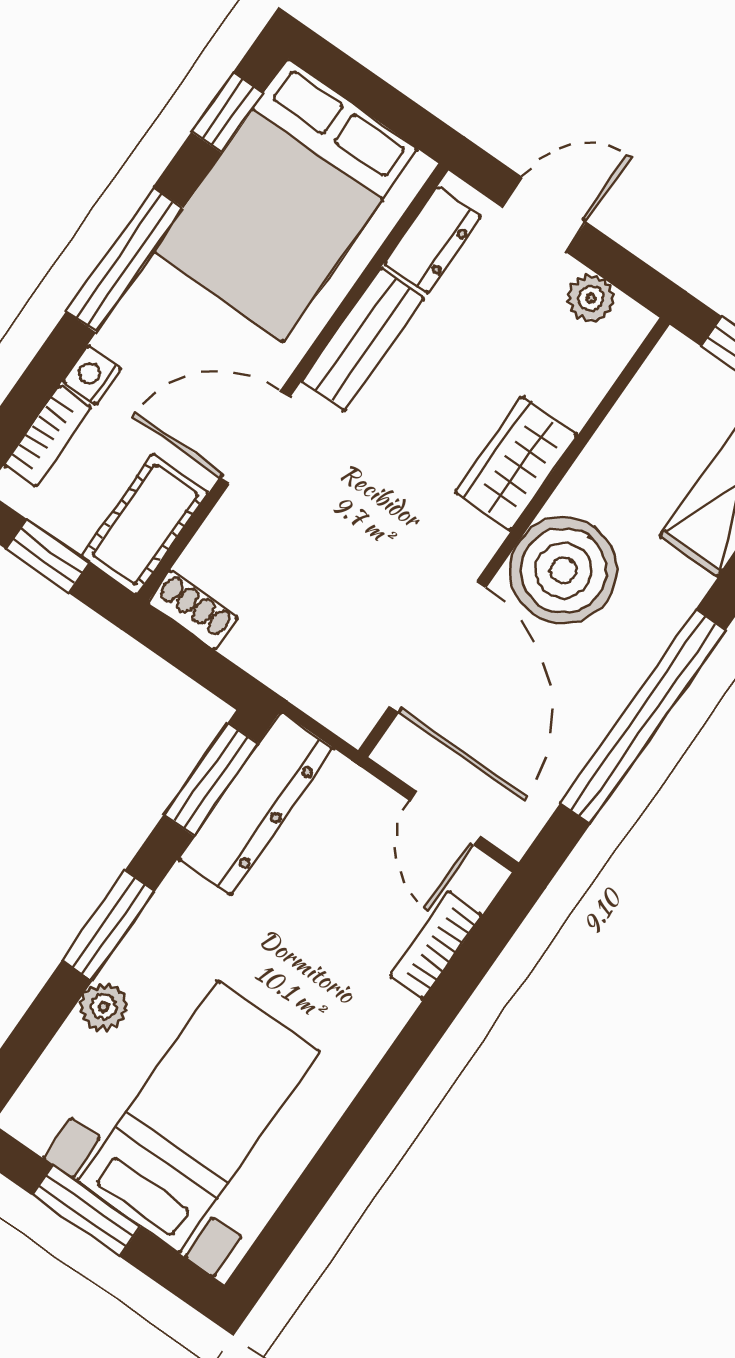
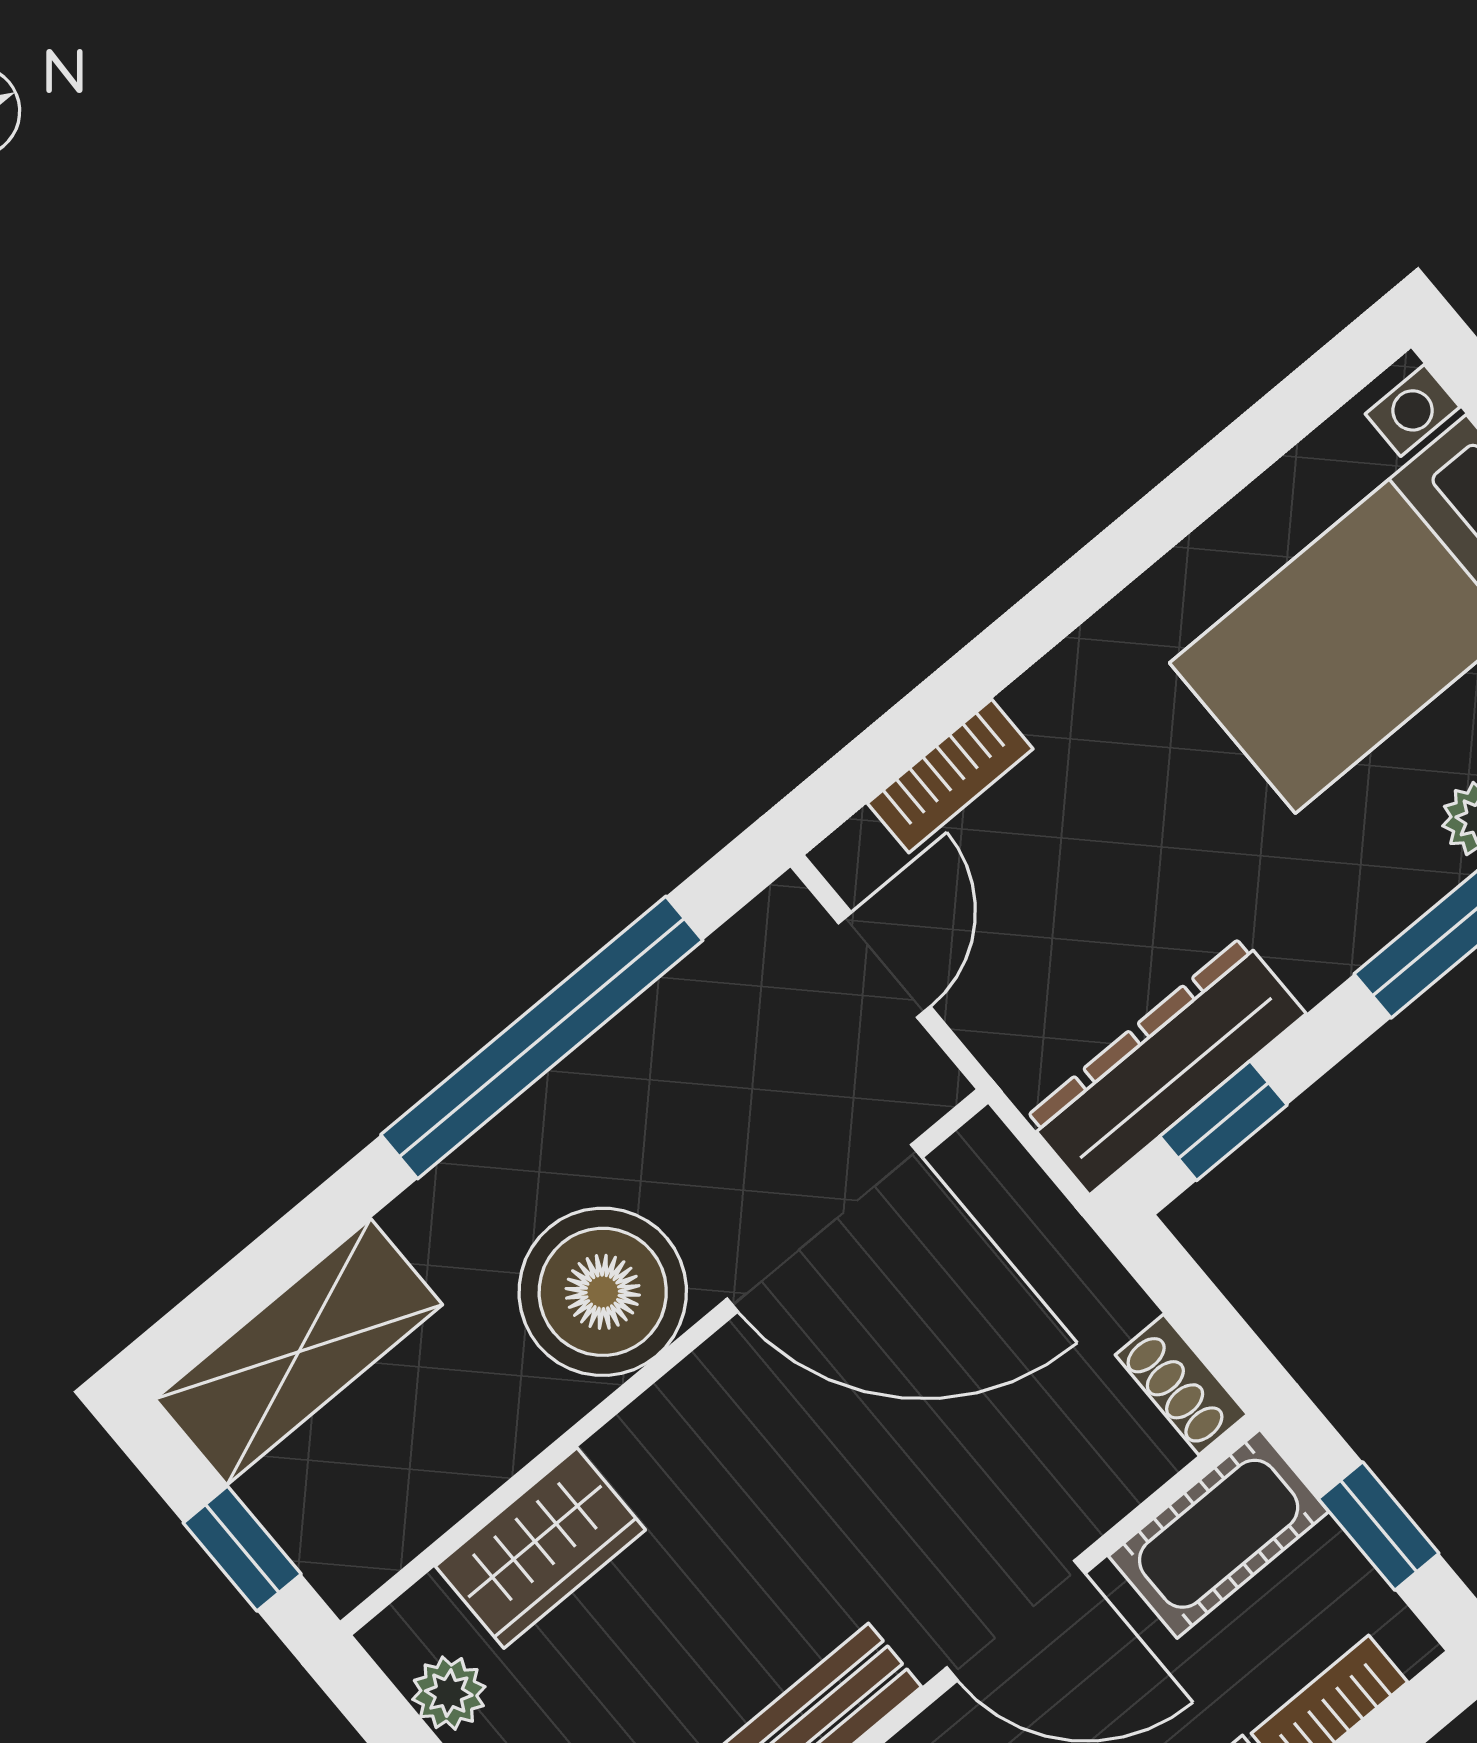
wardrobe: (516, 464) -> (540, 1548), moved
door: (438, 647) -> (825, 1228), swing flipped
window: (211, 779) -> (1223, 1121), width x0.67

